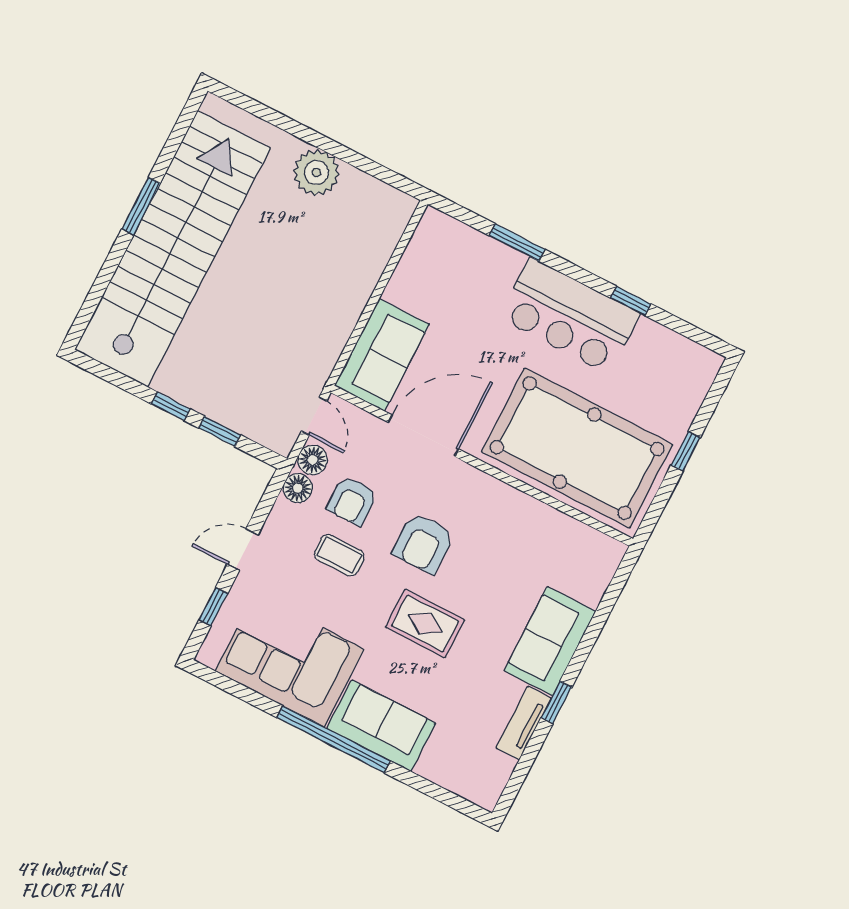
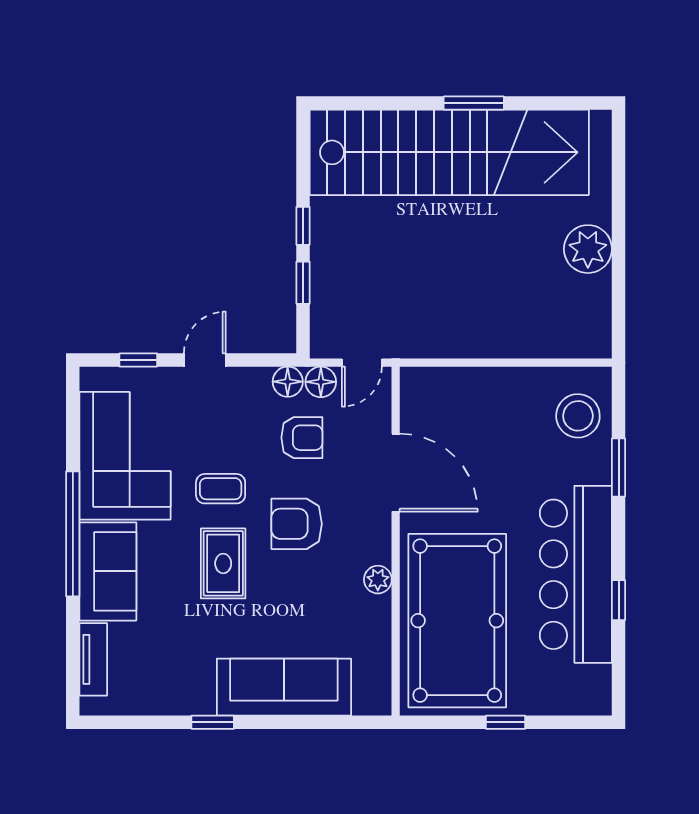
stool: (455, 255) -> (578, 416), added
bar counter: (569, 316) -> (576, 574), width x1.36
sofa: (382, 355) -> (451, 396), removed
plant: (507, 498) -> (378, 580), added
armchair: (352, 501) -> (302, 438), turned 180
door: (243, 550) -> (205, 360), hinge flipped
coffee table: (339, 555) -> (221, 489), moved, turned 90
sofa: (550, 641) -> (284, 687), width x1.36
tv unit: (524, 723) -> (93, 659), moved, turned 90

